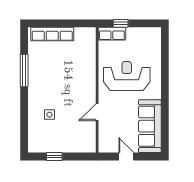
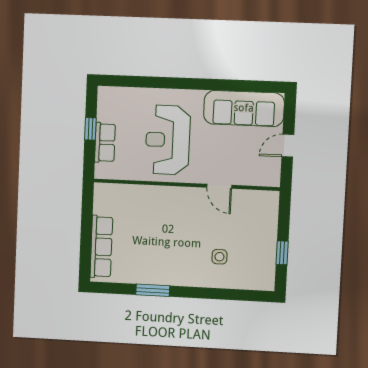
window: (121, 23) -> (90, 129), moved
row of seats: (112, 34) -> (105, 143), moved
window: (24, 70) -> (153, 290), width x0.69

